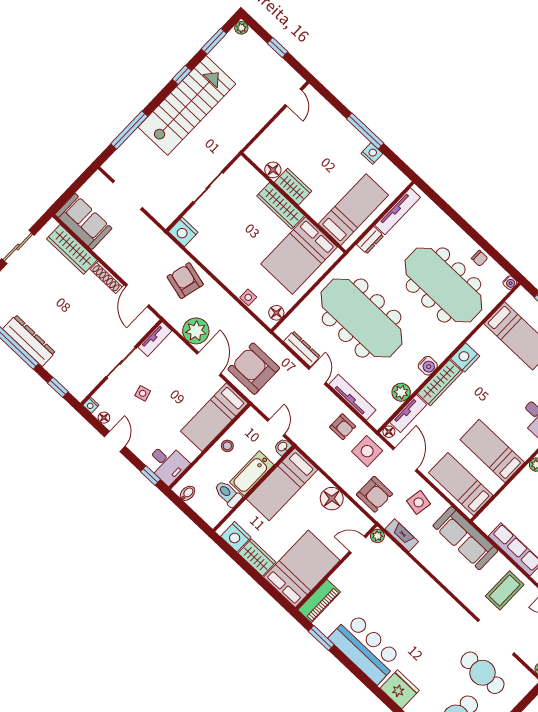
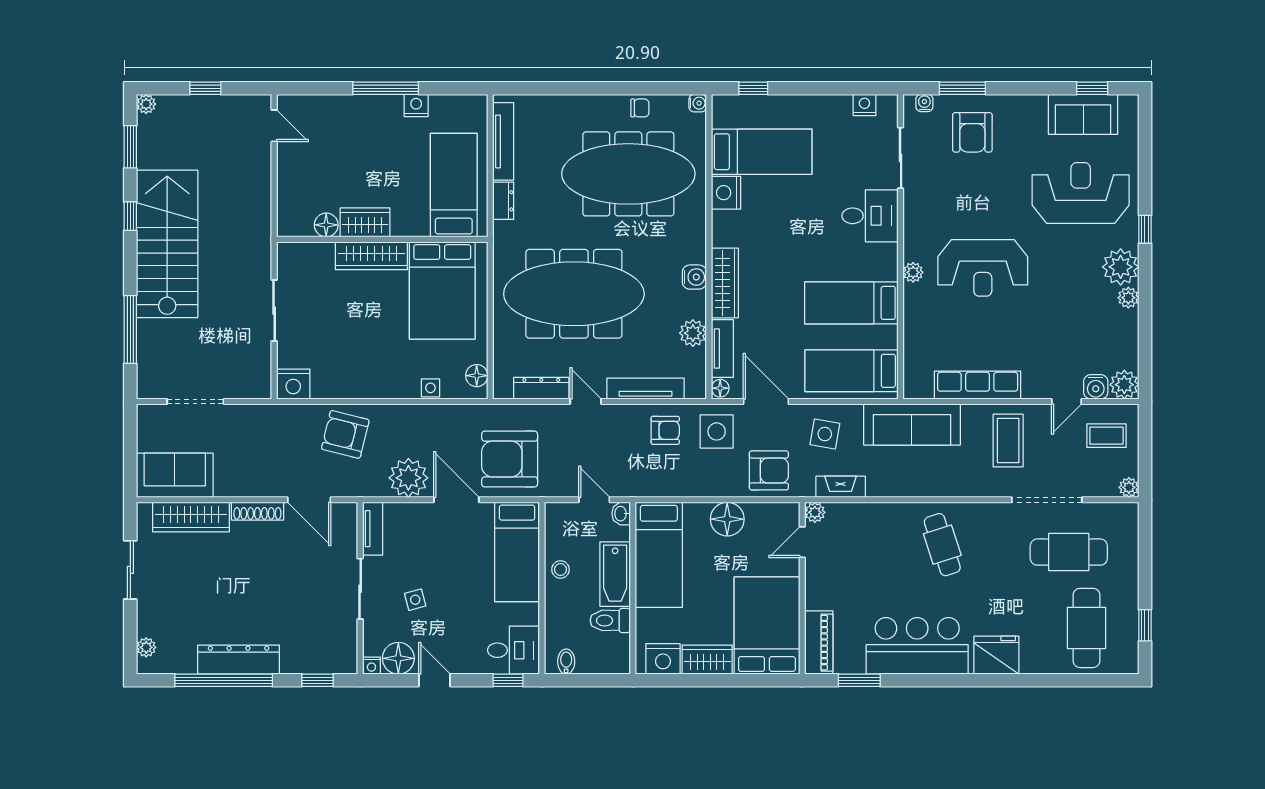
nightstand: (465, 357) -> (726, 193), moved
floor lamp: (104, 418) -> (398, 658), width x1.89, depth x1.89
cafe table: (424, 611) -> (942, 545), added

